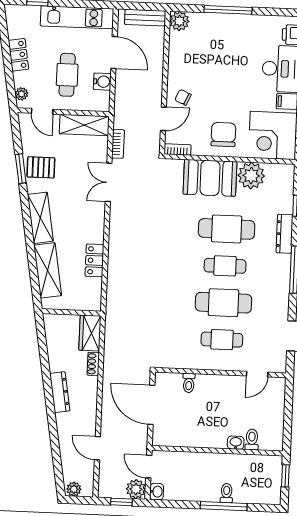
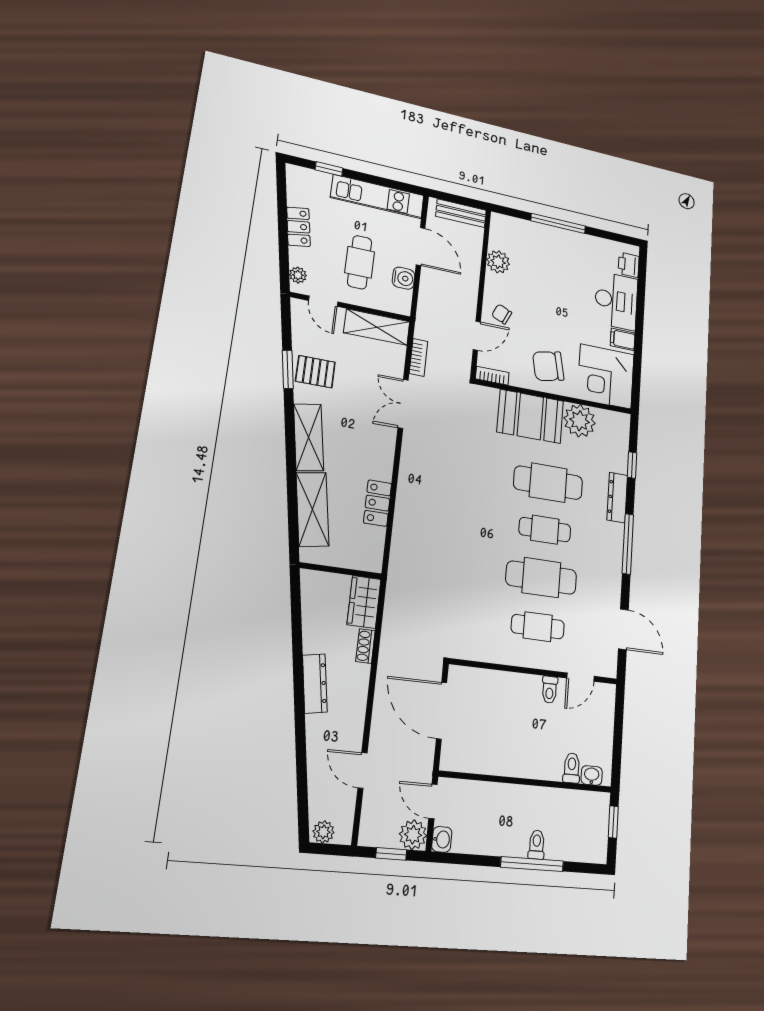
plant: (179, 21) -> (498, 262), moved
chair: (223, 134) -> (548, 366), turned -102
toilet: (189, 383) -> (550, 690), moved
washbasin: (236, 443) -> (592, 775), moved

